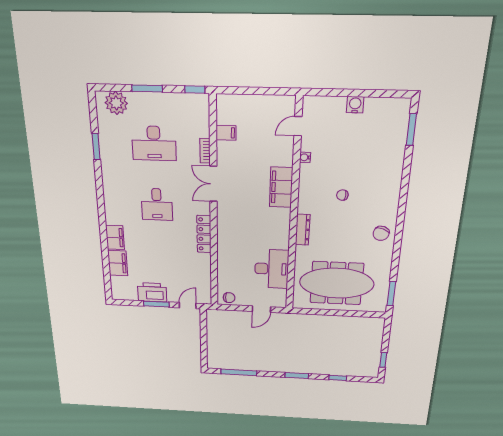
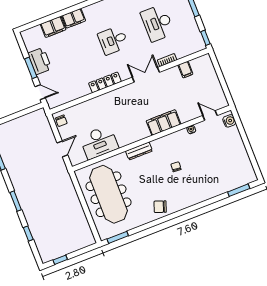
water cooler: (355, 105) -> (229, 121), moved
door: (261, 309) -> (62, 149), swing flipped

